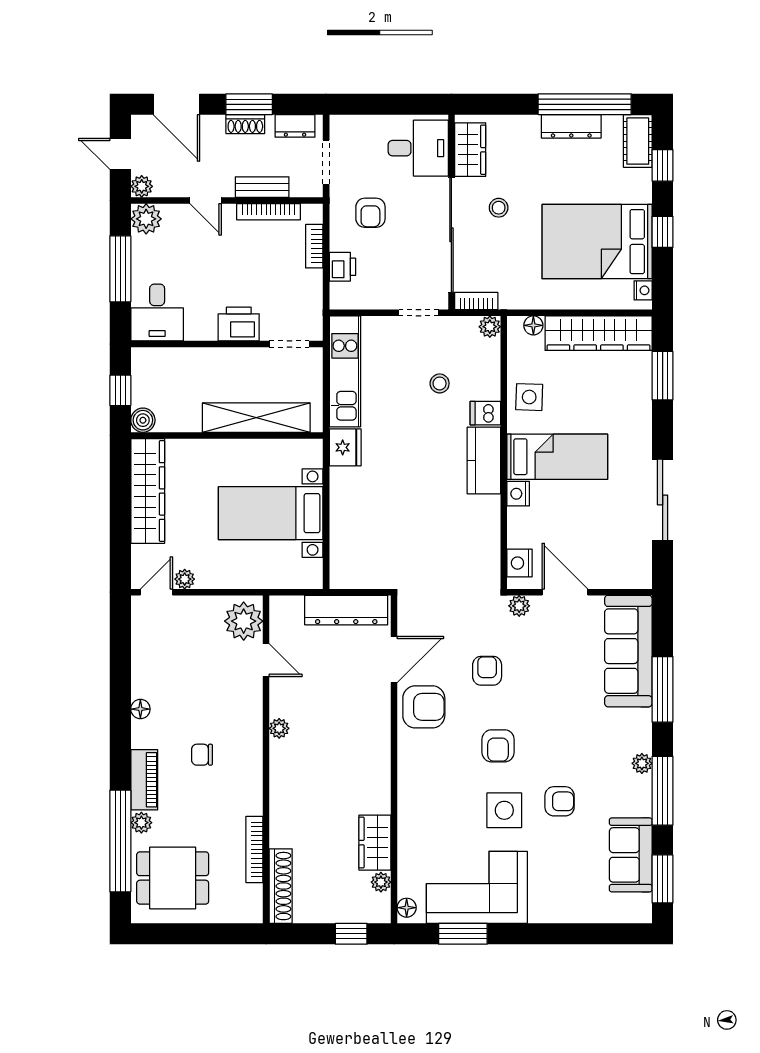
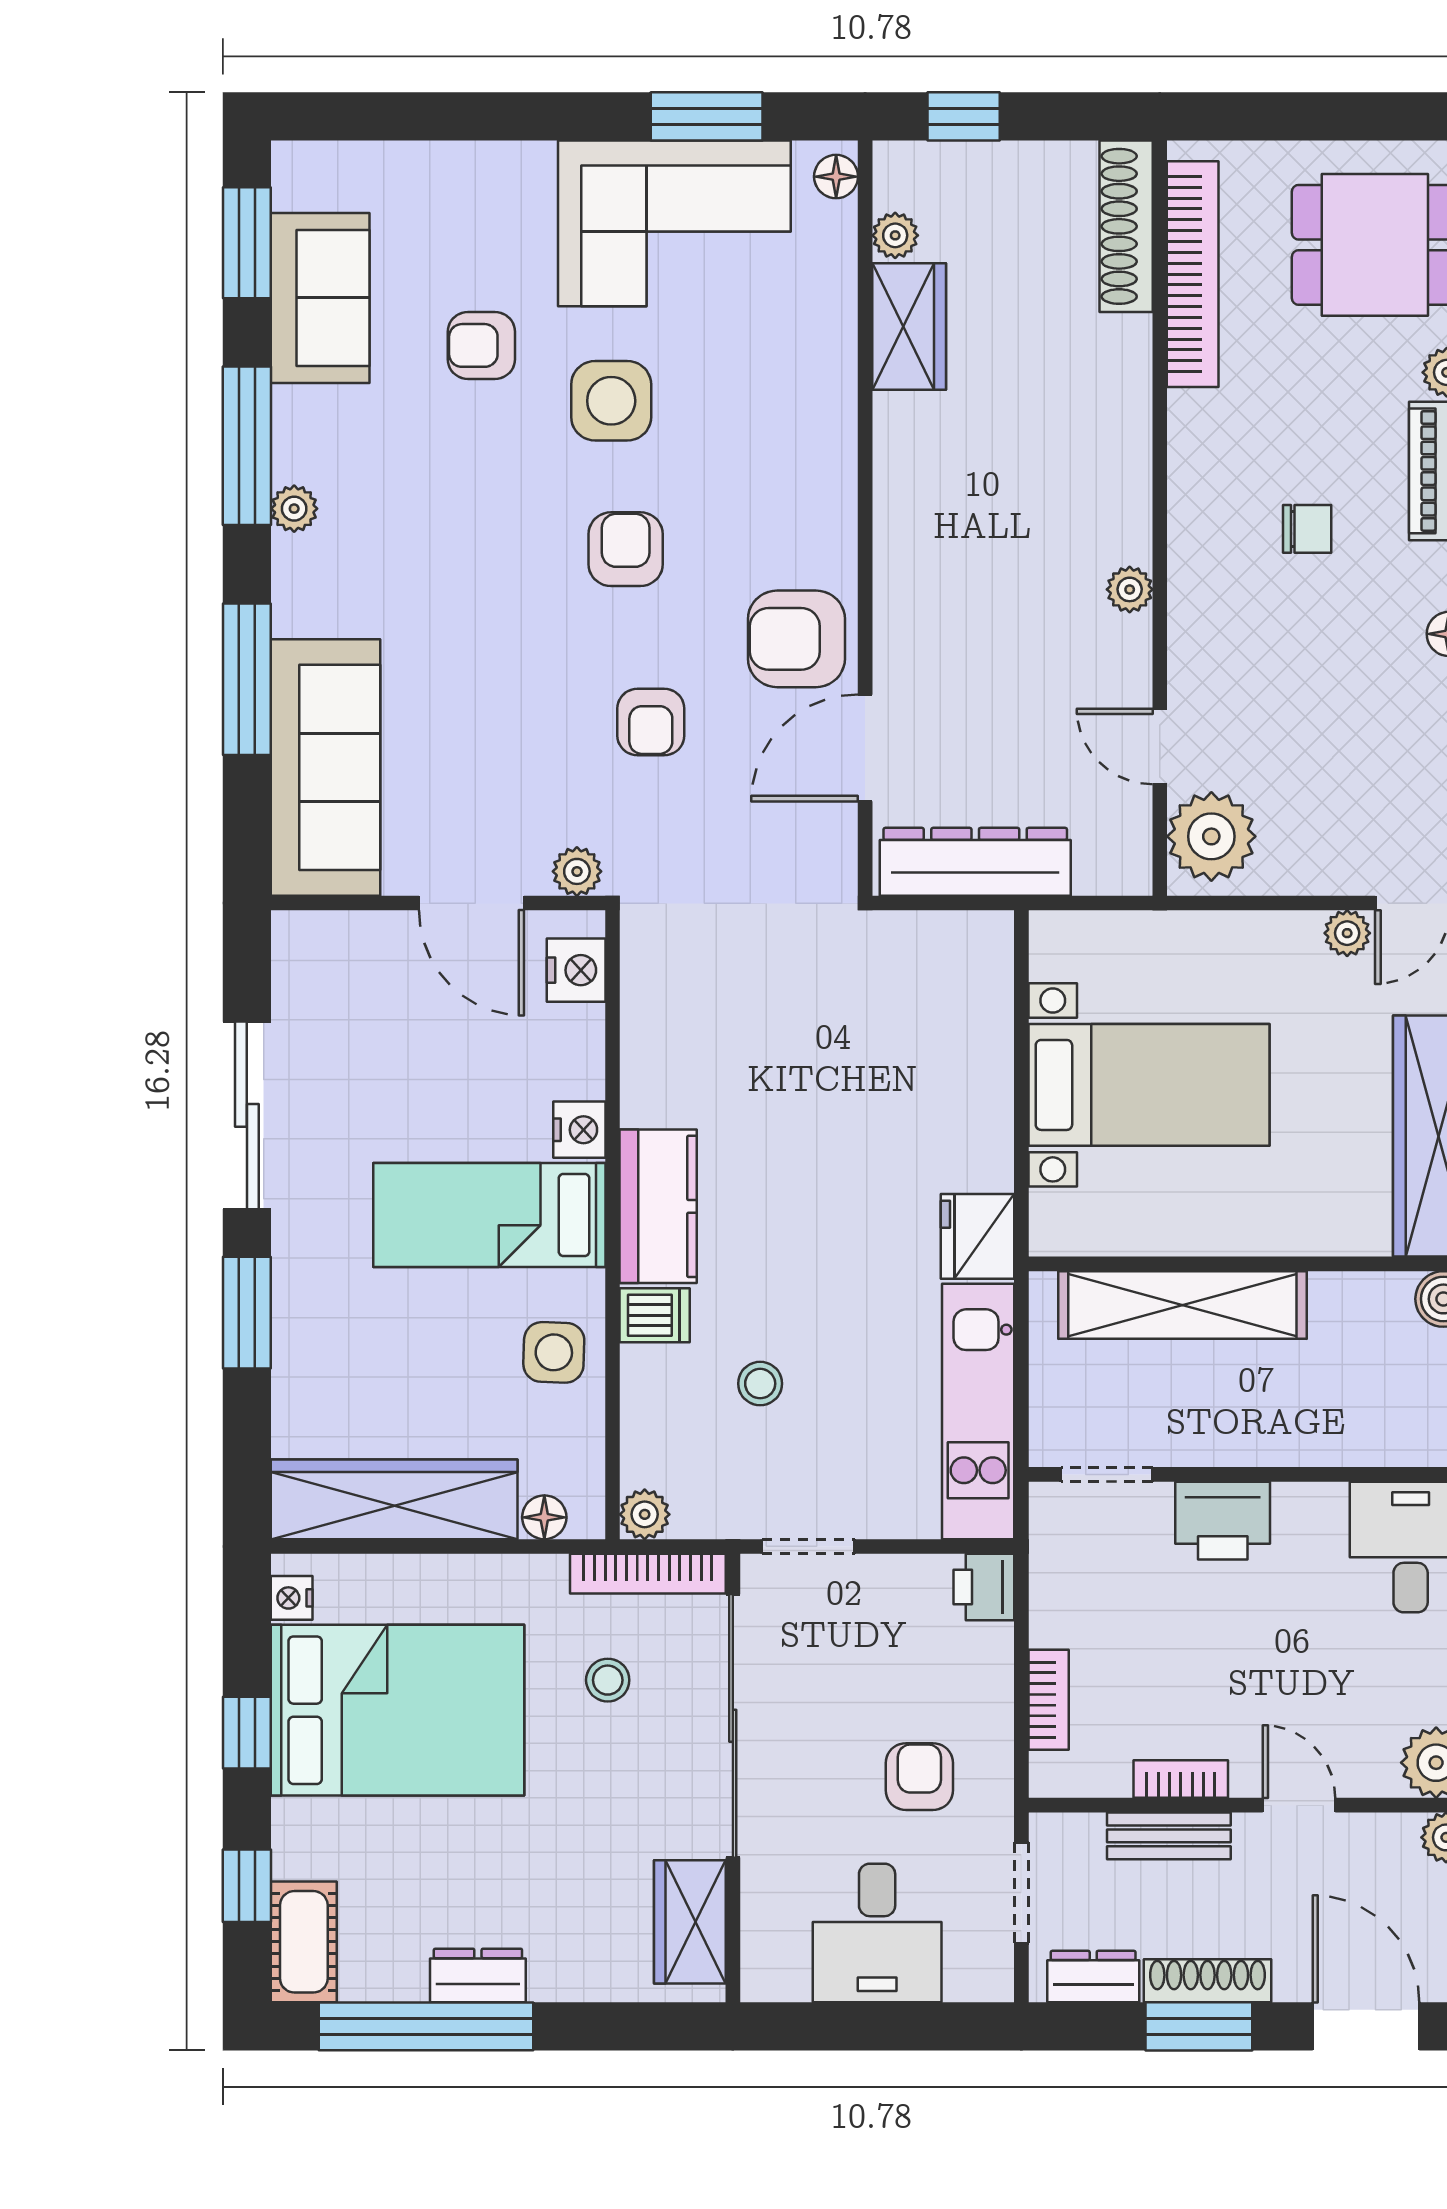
shoe rack: (245, 124) -> (1208, 1981), width x1.43
dresser: (571, 126) -> (478, 1975), width x0.70
desk: (418, 148) -> (877, 1933), moved, turned -90
stool: (499, 208) -> (608, 1680), moved
bookcase: (268, 212) -> (1181, 1779), width x0.64
printer: (342, 267) -> (984, 1587), moved
bookcase: (476, 301) -> (648, 1574), width x1.56
window: (663, 376) -> (247, 1313), moved
armchair: (560, 801) -> (481, 345), moved
bookcase: (254, 849) -> (1193, 274), width x1.48, depth x1.31

